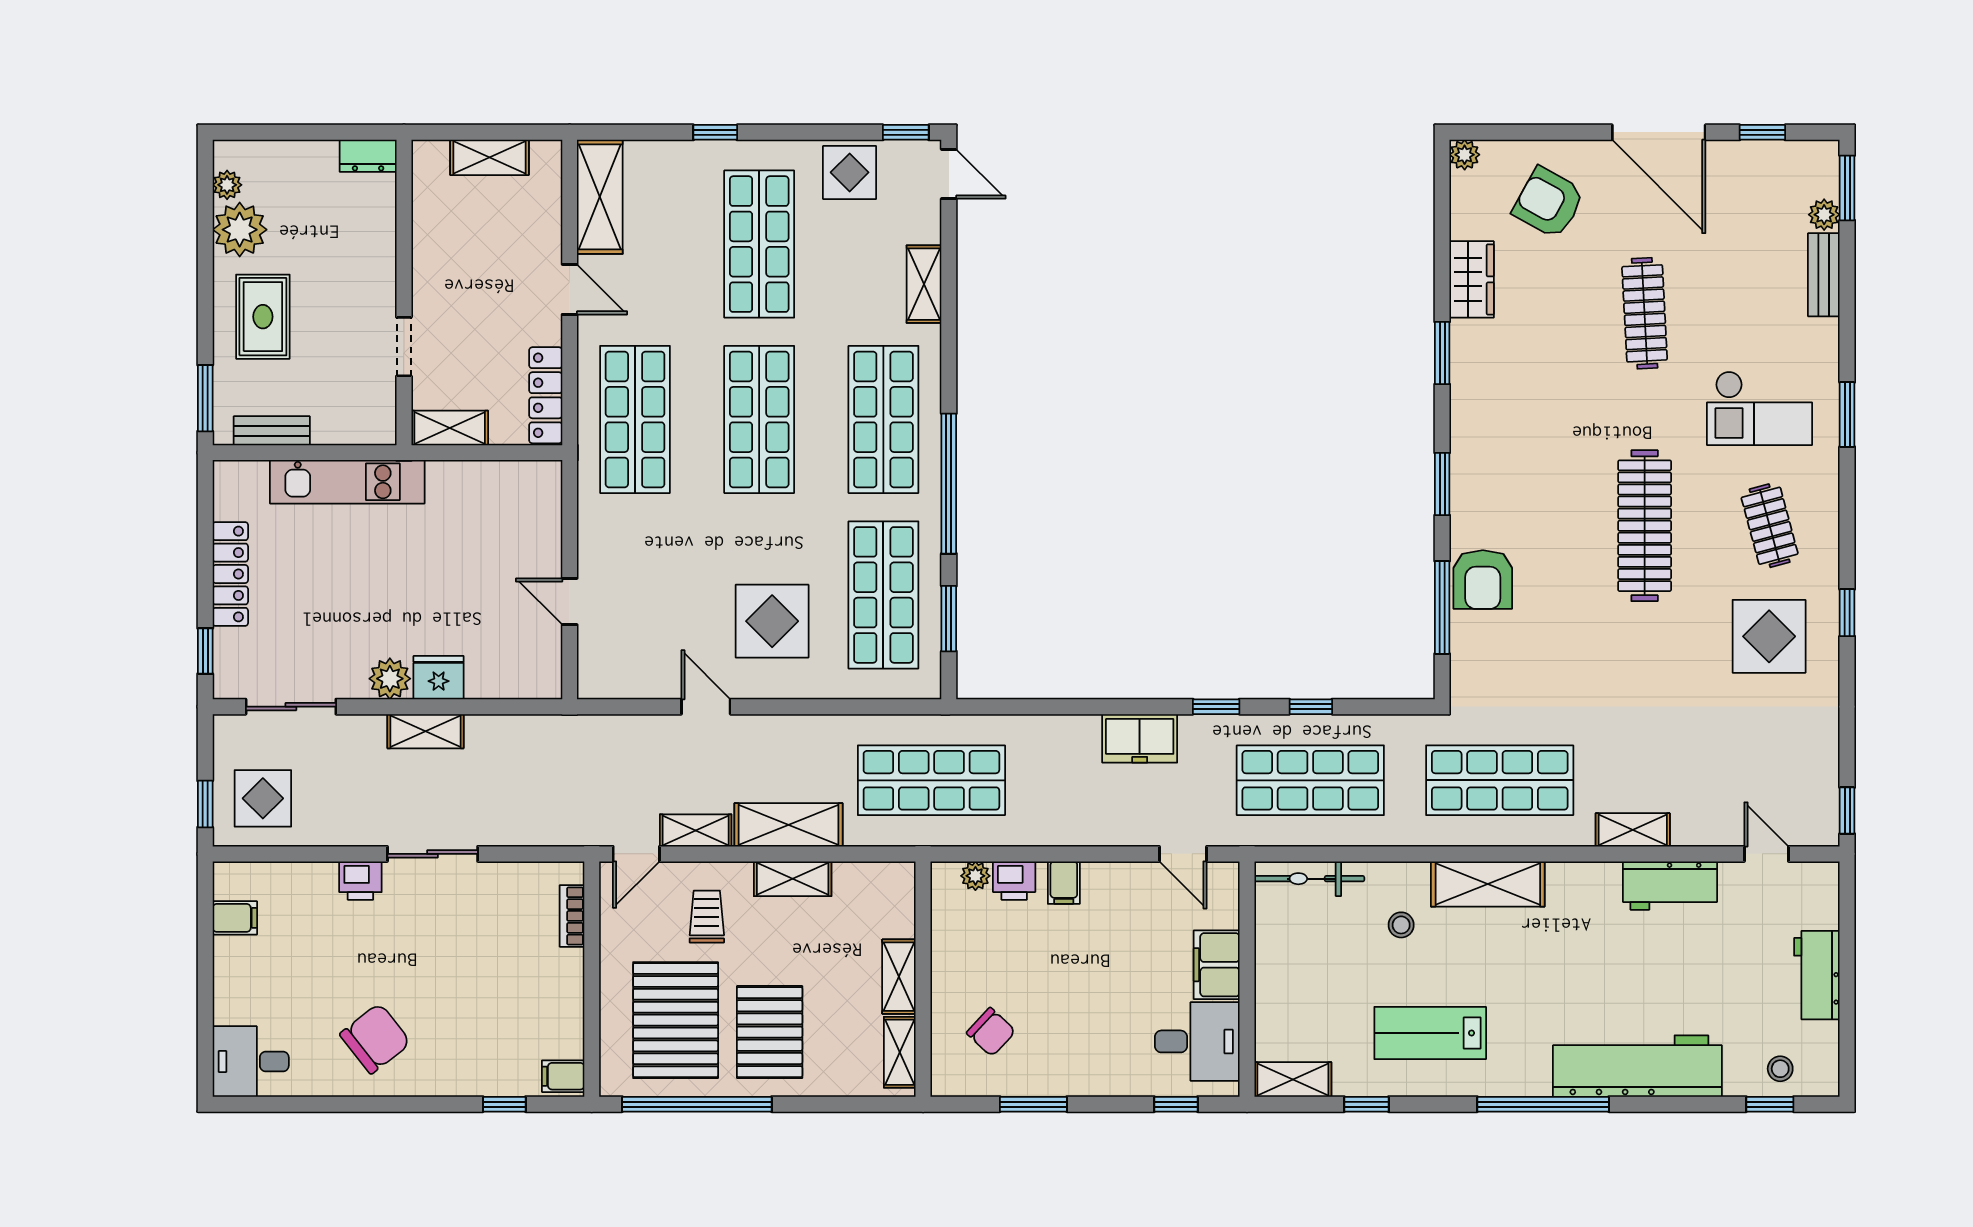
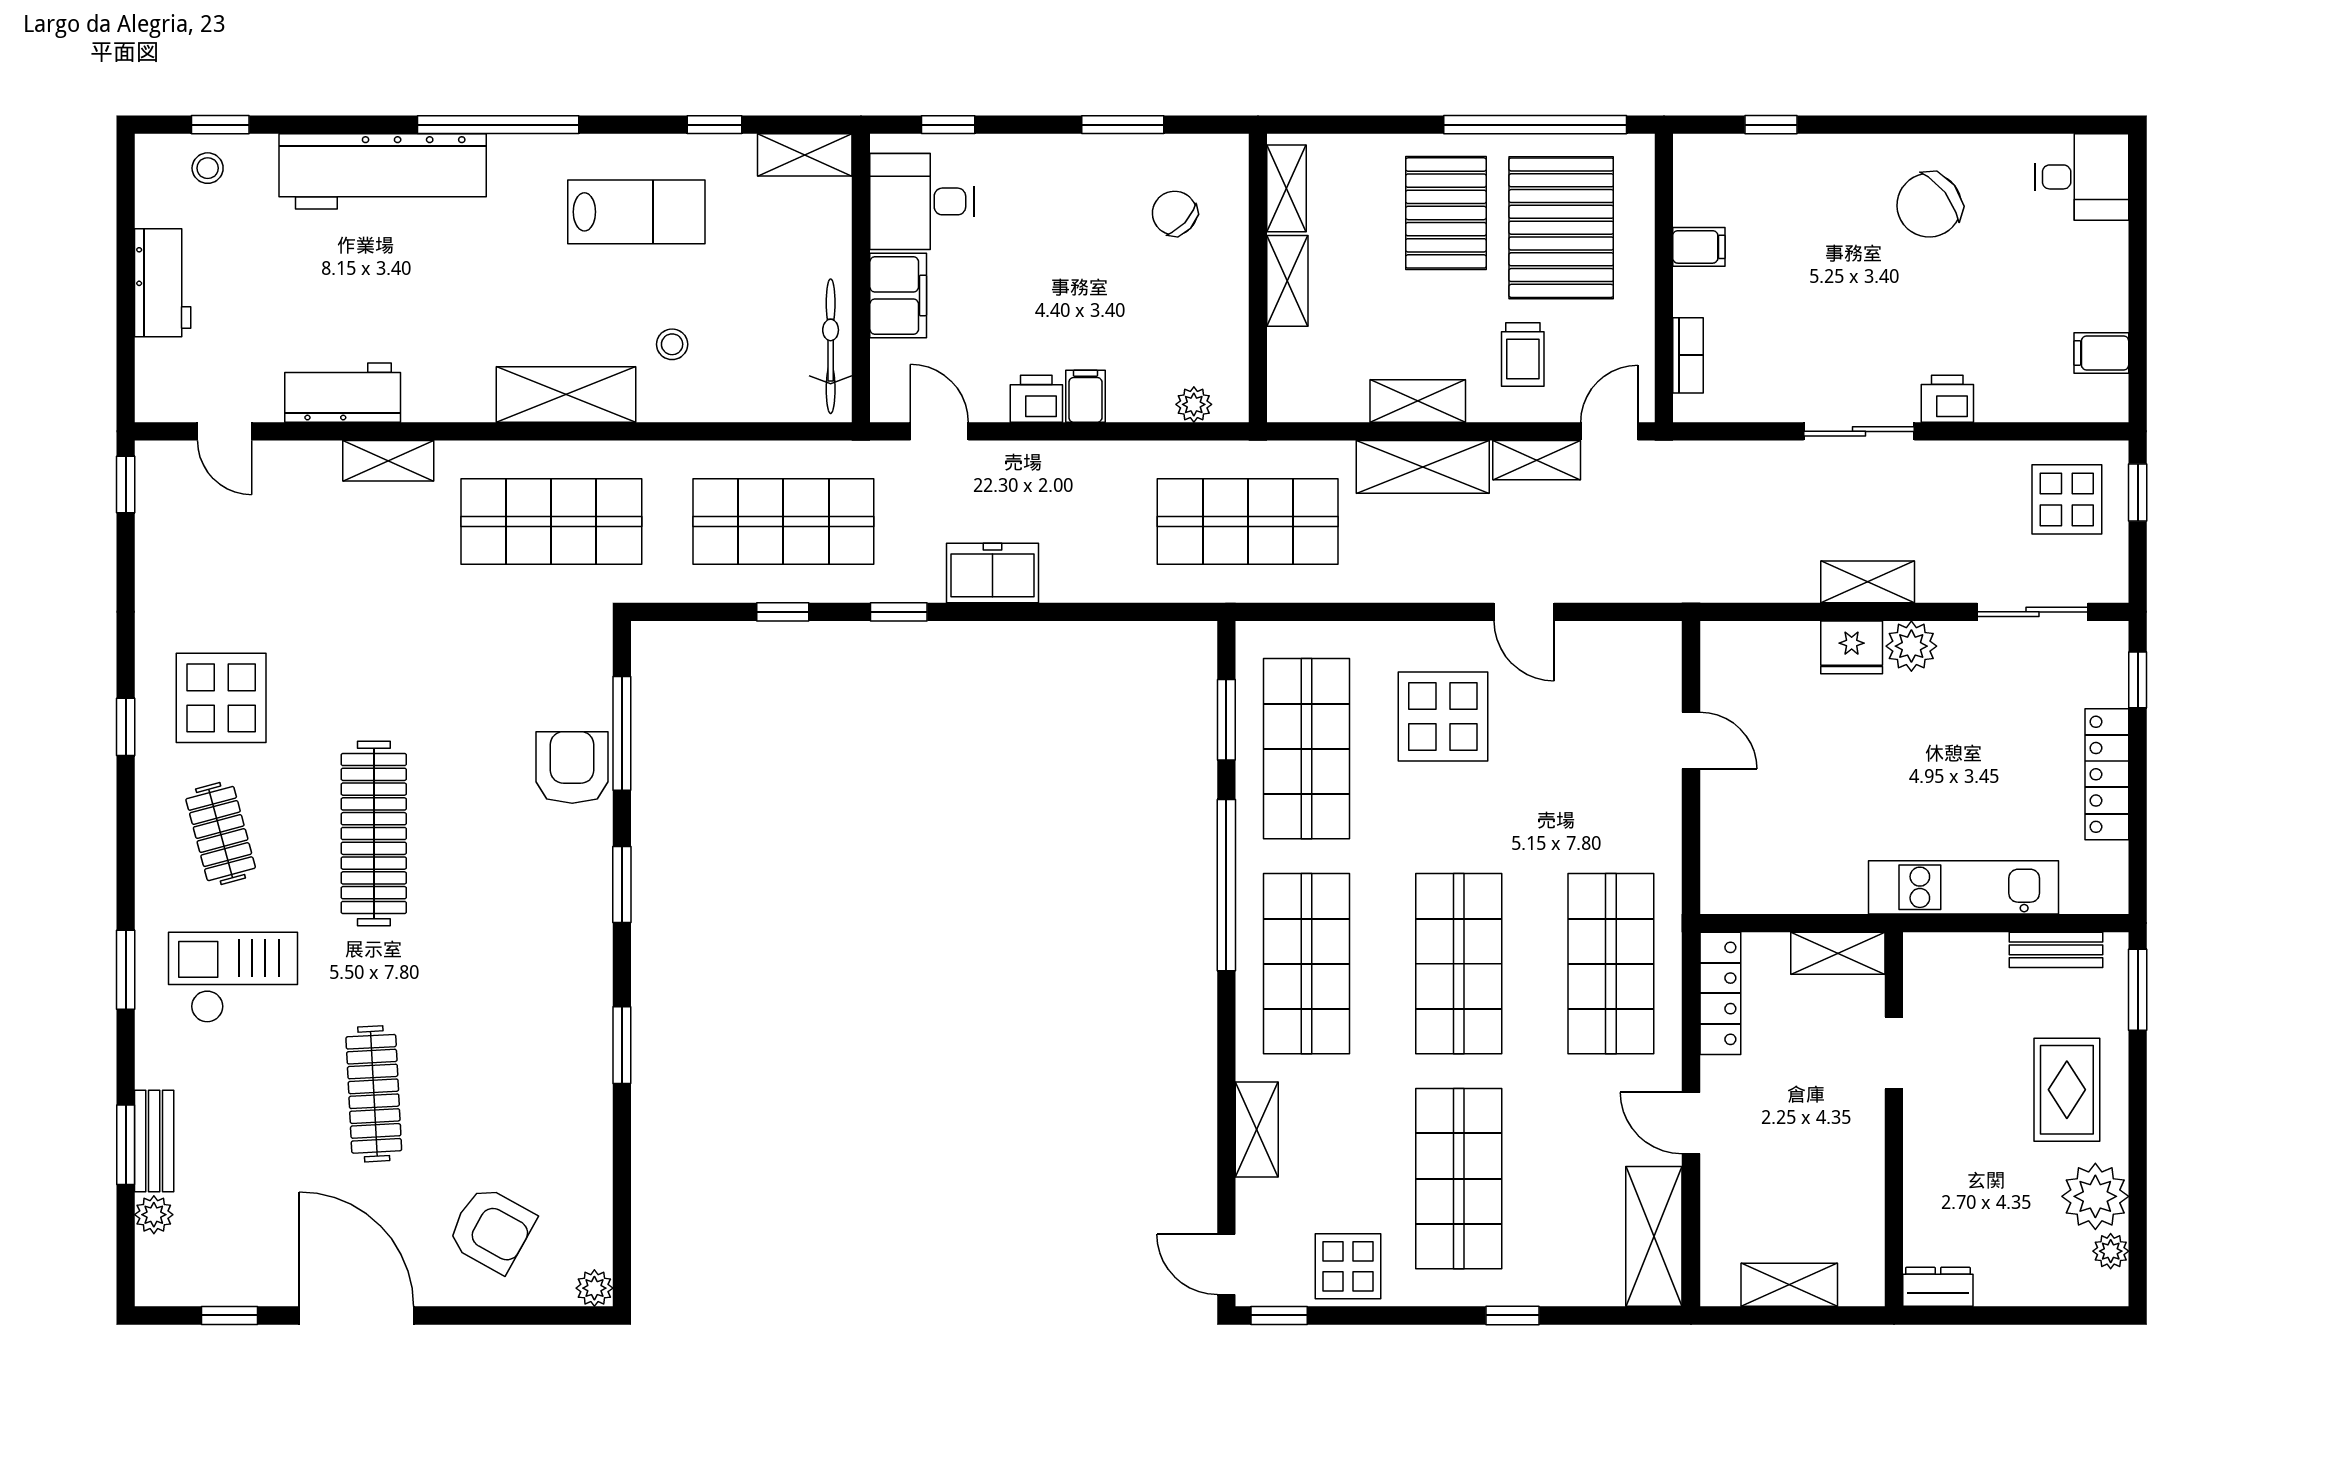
window: (1847, 188) -> (126, 1145), moved
wardrobe: (1472, 279) -> (586, 1135), removed
bicycle: (1309, 879) -> (831, 346), moved, turned -90
printer: (1014, 881) -> (1036, 399), moved
filing cabinet: (563, 1076) -> (1699, 247), moved

